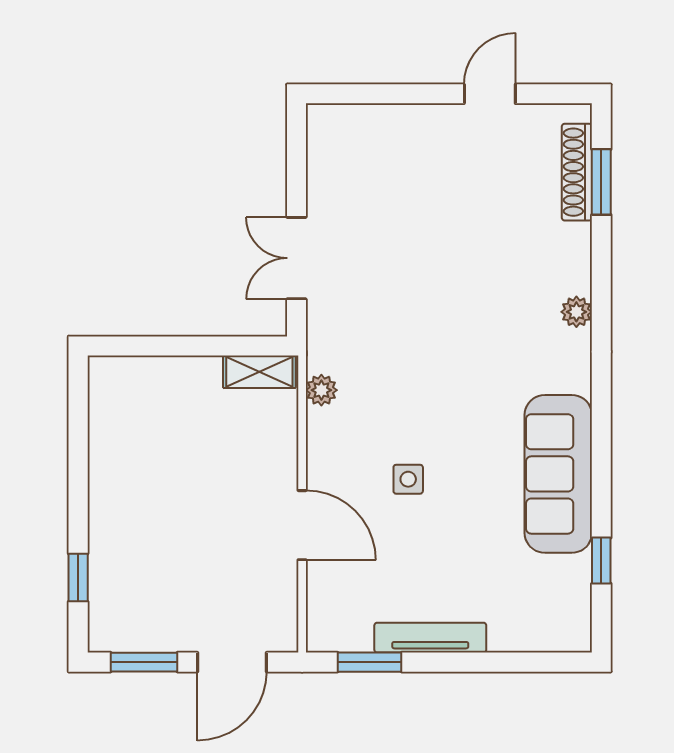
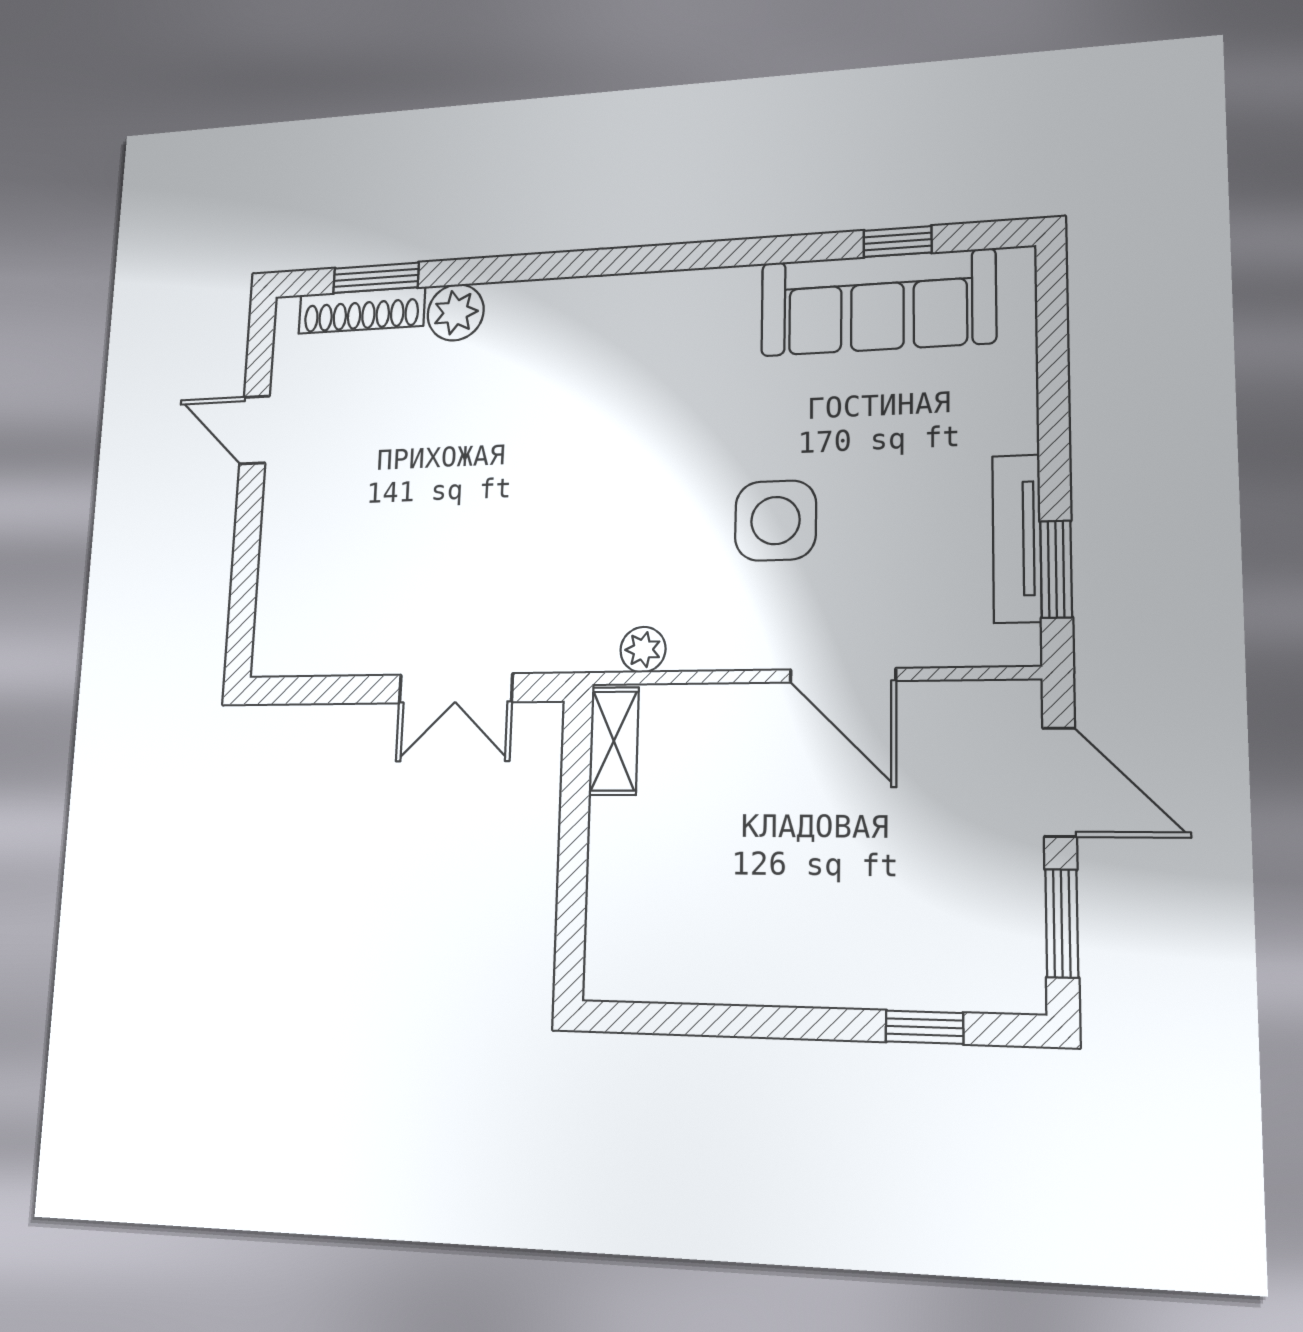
plant: (576, 312) -> (456, 312), moved, width x1.38, depth x1.38
sofa: (558, 474) -> (877, 303), moved
side table: (408, 479) -> (775, 521), width x1.87, depth x1.87
door: (302, 525) -> (843, 675), swing flipped
tv unit: (430, 638) -> (1017, 538), moved

